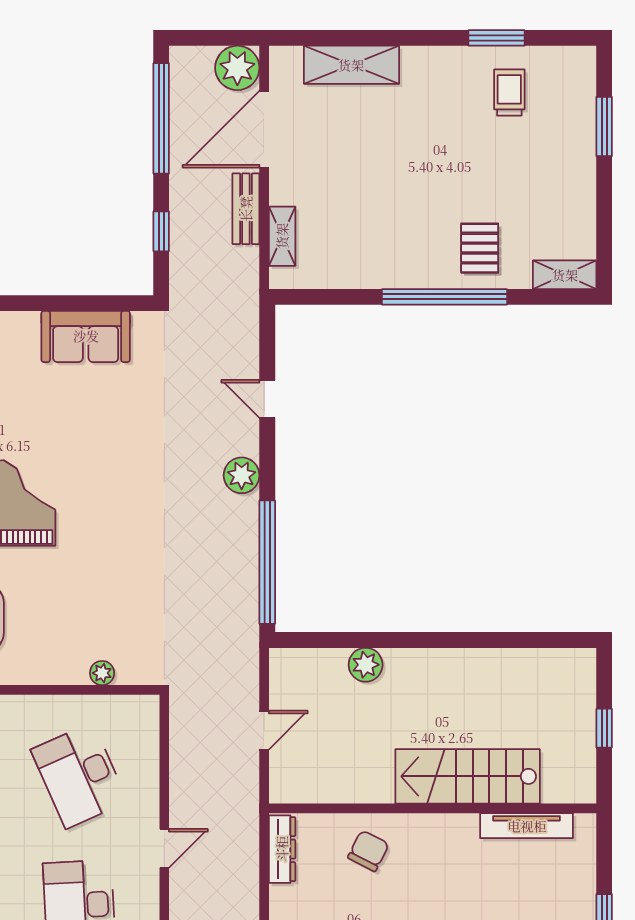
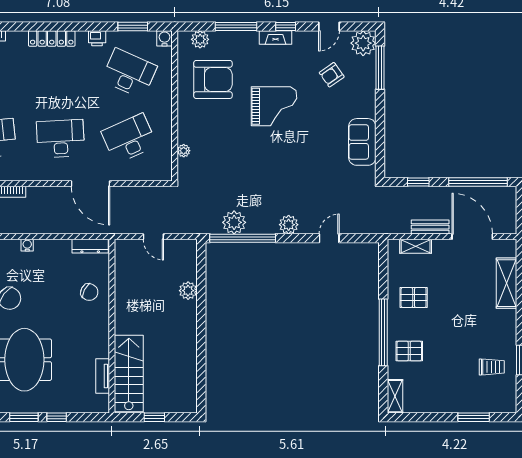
plant: (237, 68) -> (234, 222), moved
pallet: (379, 240) -> (414, 297), added
stairs: (468, 776) -> (129, 373), moved
tv unit: (527, 826) -> (103, 376), width x0.71
door: (164, 848) -> (91, 184), width x1.88

